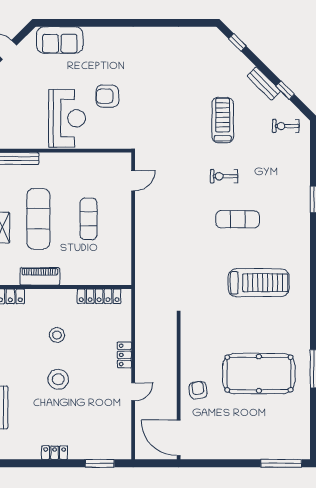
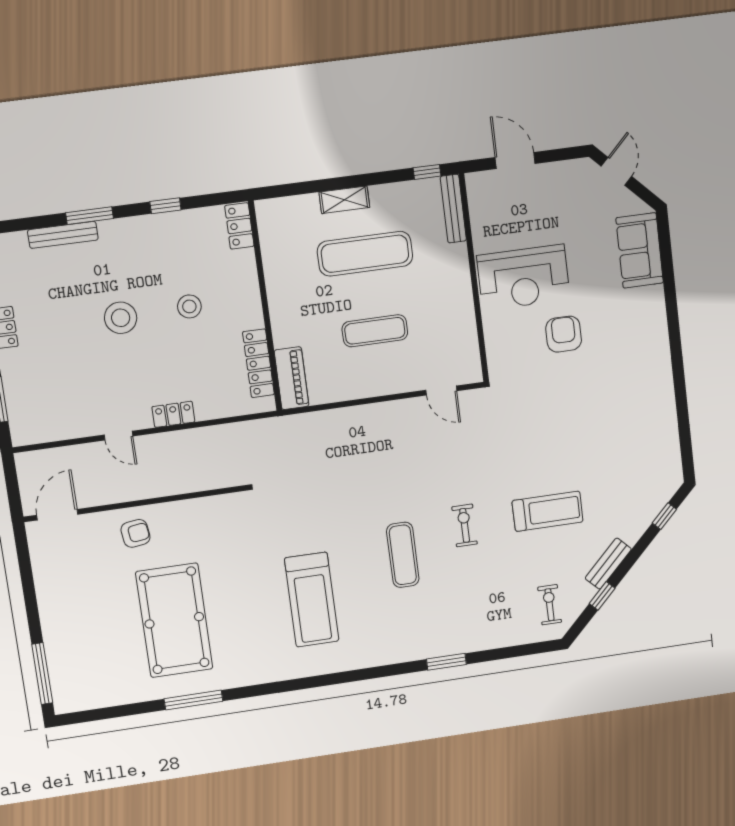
piano: (40, 276) -> (291, 378), moved
door: (179, 438) -> (57, 515), width x0.73

